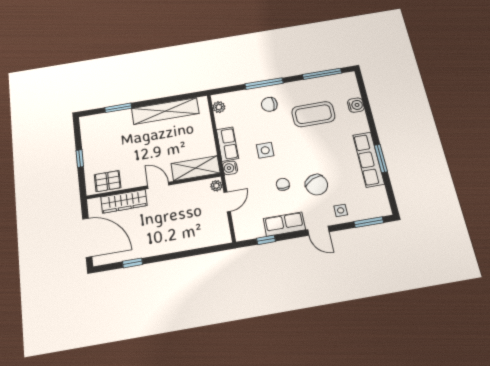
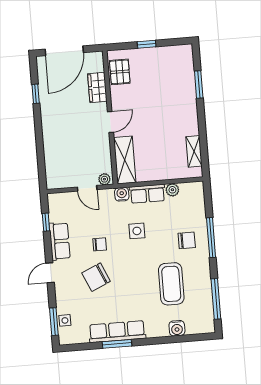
chair: (269, 104) -> (187, 240), turned 90
plant: (219, 107) -> (172, 190), moved
shelving: (165, 111) -> (194, 151), width x0.45, depth x0.75
wardrobe: (124, 201) -> (97, 87), width x0.67
side table: (341, 210) -> (65, 320), moved

